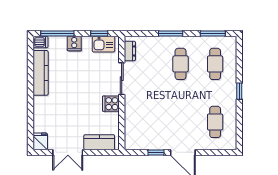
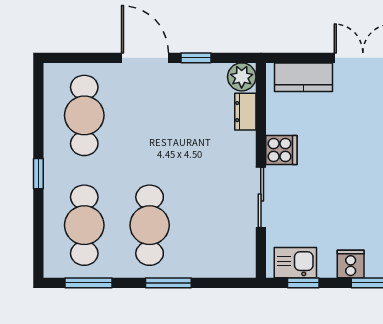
dresser: (130, 51) -> (245, 112), moved
cafe table: (181, 64) -> (150, 225), width x1.37, depth x1.35
cafe table: (215, 64) -> (84, 225), width x1.37, depth x1.35
cafe table: (215, 122) -> (84, 115), width x1.37, depth x1.35
plant: (132, 142) -> (242, 77), added

